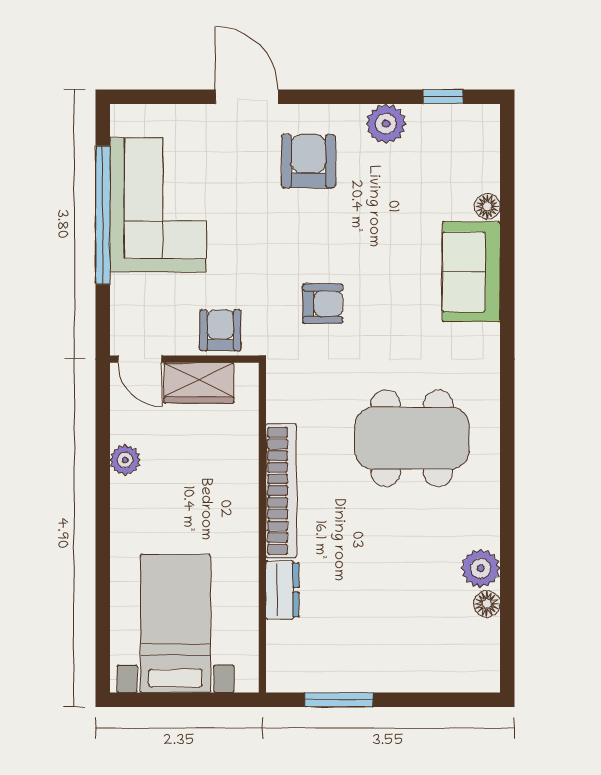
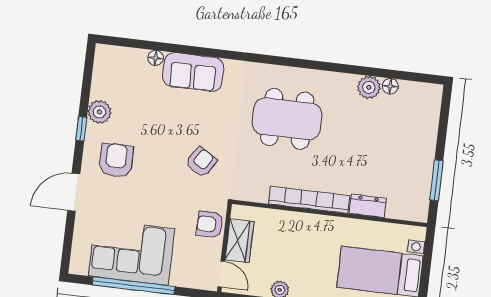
window: (443, 97) -> (81, 129), moved
armchair: (308, 161) -> (116, 160), turned 90
armchair: (323, 304) -> (201, 162), turned 32
door: (140, 359) -> (221, 274), hinge flipped
dining table: (412, 438) -> (287, 119), turned 90

